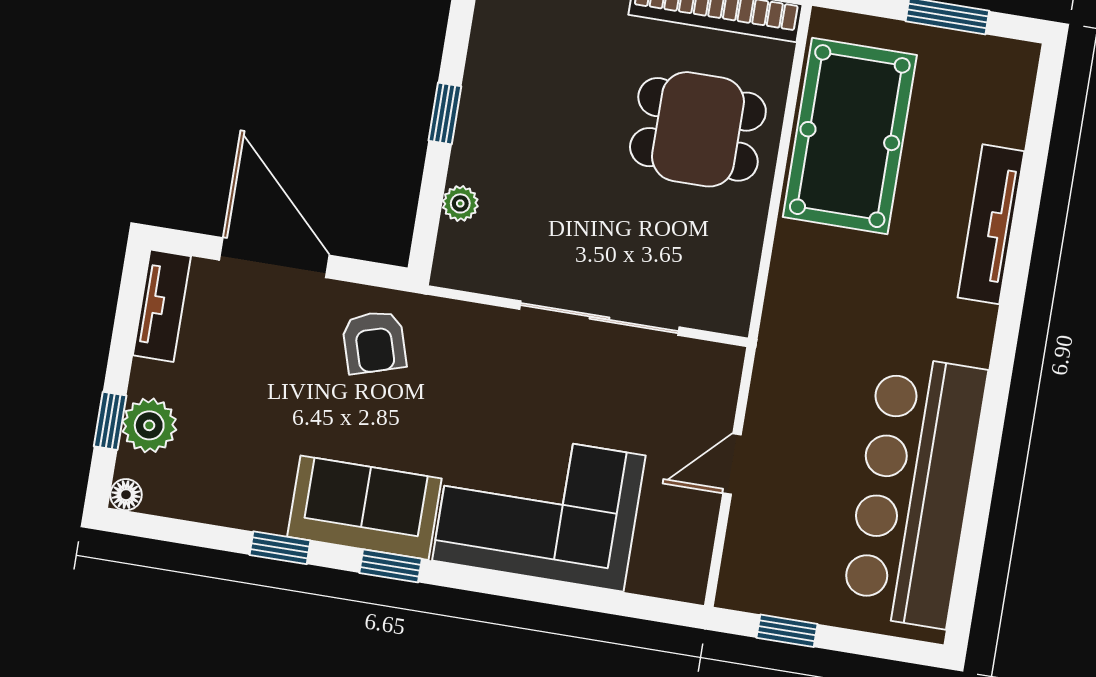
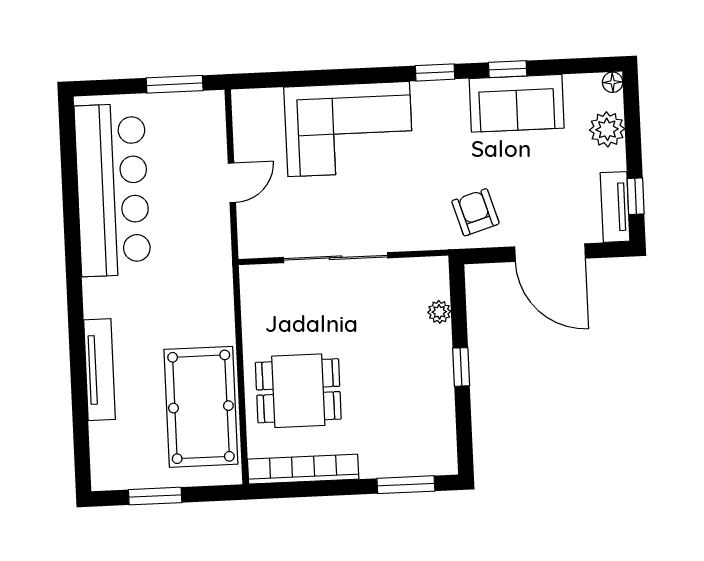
window: (110, 421) -> (636, 196), moved
sofa: (364, 508) -> (517, 103), moved
window: (787, 631) -> (175, 84), width x1.50

